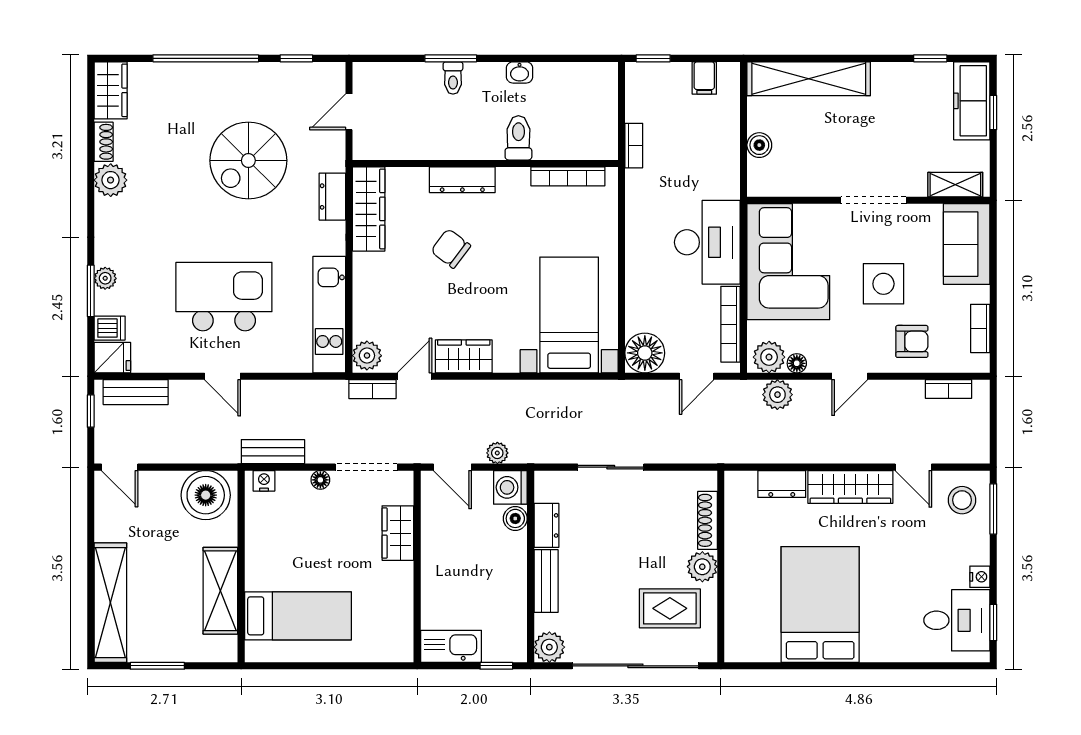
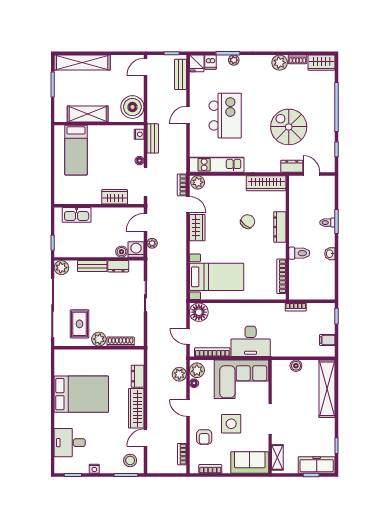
dresser: (332, 197) -> (292, 166), moved
desk: (957, 620) -> (70, 443), moved, turned 90
kitchen sink: (451, 646) -> (77, 215), moved, turned 90

